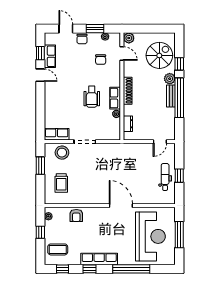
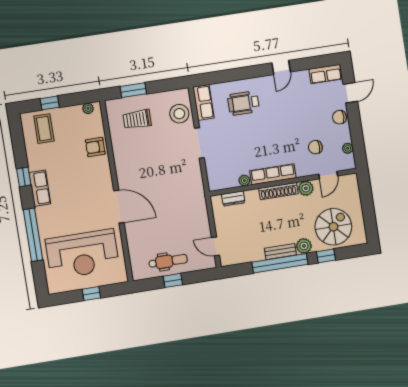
window: (95, 29) -> (356, 133), removed
plant: (129, 38) -> (306, 188), moved
window: (40, 53) -> (311, 63), removed
spiral stairs: (159, 55) -> (333, 227), turned -90
row of seats: (50, 56) -> (326, 74), moved
wheelchair: (92, 97) -> (243, 103), moved
row of seats: (115, 98) -> (273, 174), width x1.48
window: (40, 166) -> (133, 90), moved
door: (121, 206) -> (119, 207), hinge flipped
window: (40, 232) -> (50, 103), moved
window: (179, 235) -> (91, 294), width x0.46
row of seats: (99, 259) -> (40, 188), width x0.68
window: (62, 269) -> (18, 139), removed

